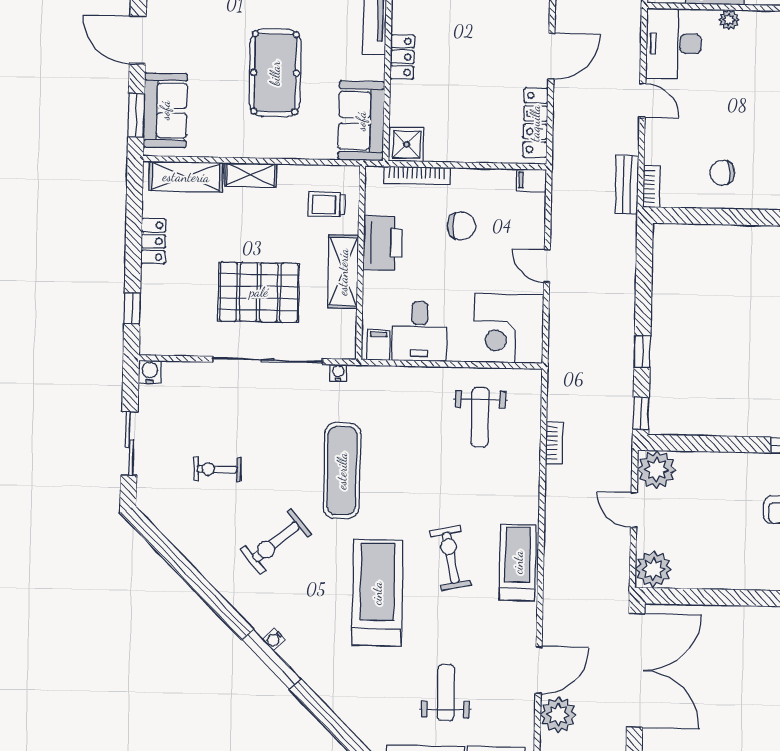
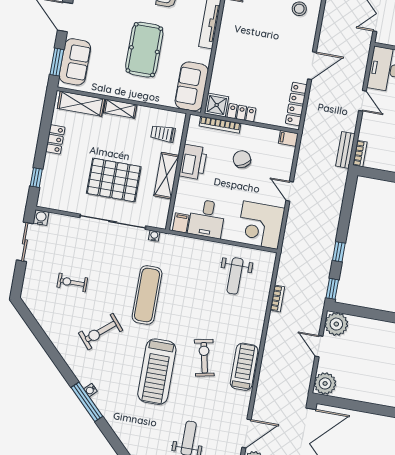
locker: (402, 57) -> (242, 113), moved, turned -90
chair: (461, 226) -> (242, 159), turned -120
sliding door: (129, 443) -> (25, 242), moved
treadmill: (377, 593) -> (157, 372), turned 180

